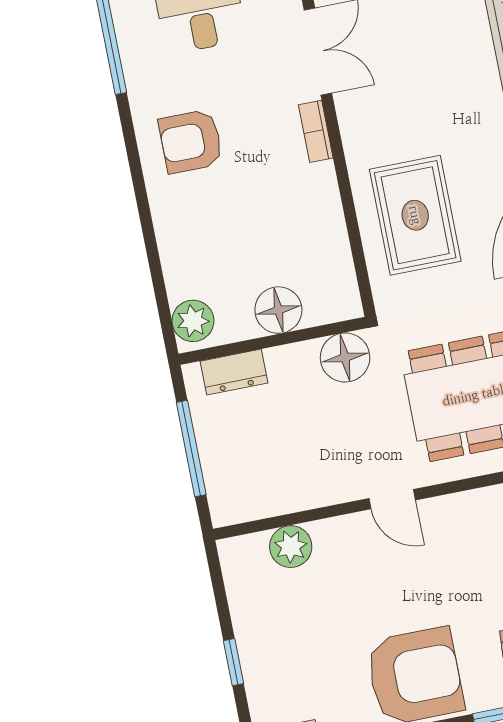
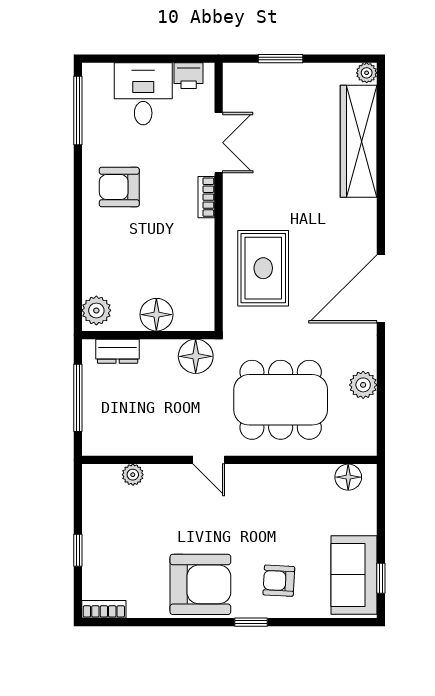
plant: (291, 547) -> (133, 475), width x0.73, depth x0.73

